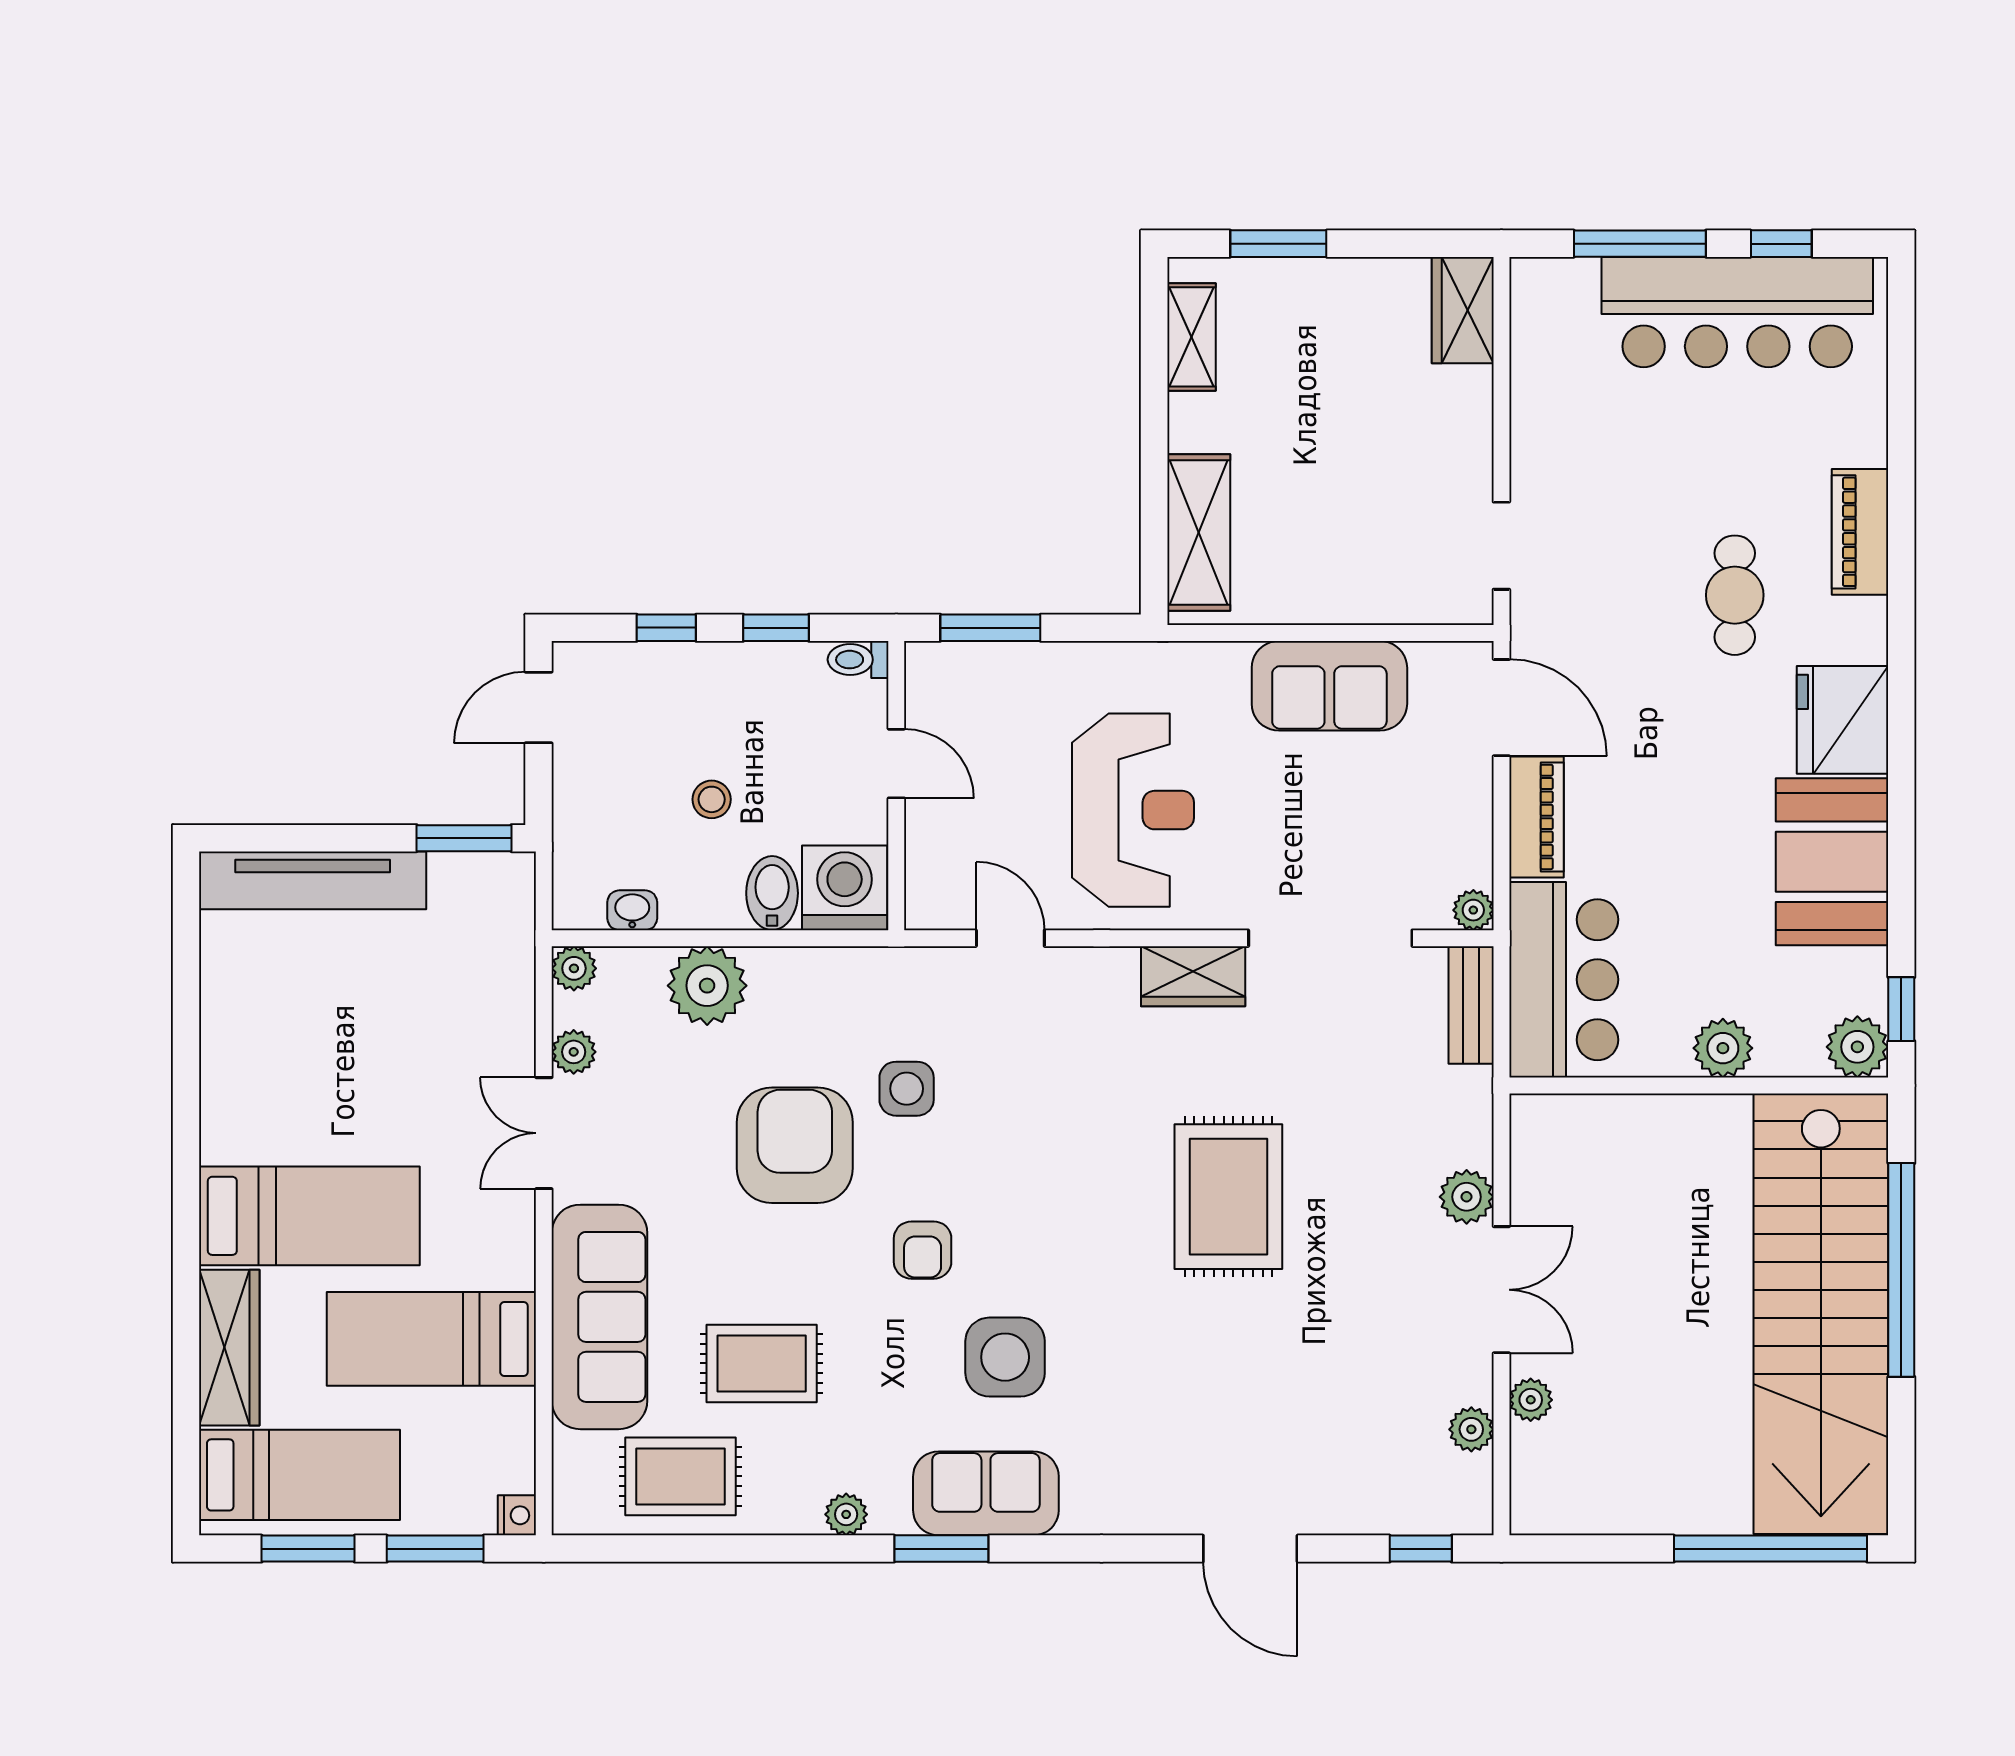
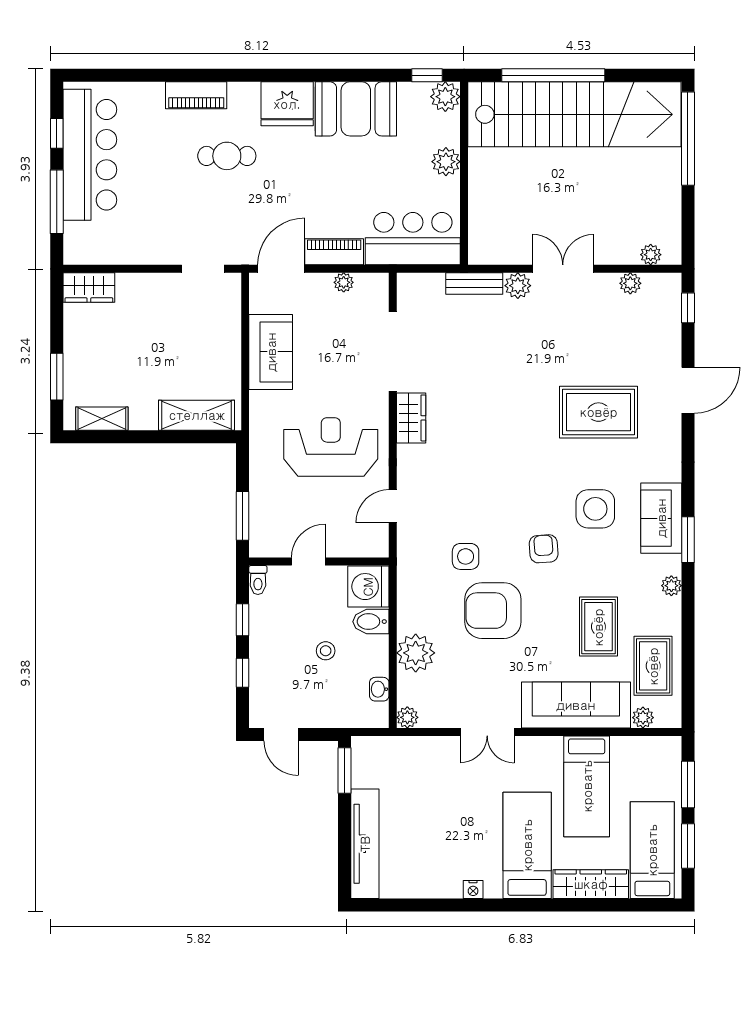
plant: (1473, 910) -> (344, 282), moved
bench: (1471, 1005) -> (474, 283), moved
plant: (574, 1052) -> (643, 718), moved
rug: (1228, 1197) -> (599, 412), moved
armchair: (923, 1250) -> (544, 549), turned -94
plant: (1531, 1400) -> (651, 255), moved
nightstand: (517, 1515) -> (473, 889), moved, turned 180

